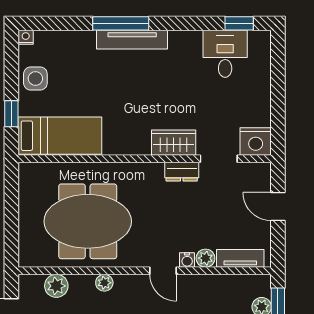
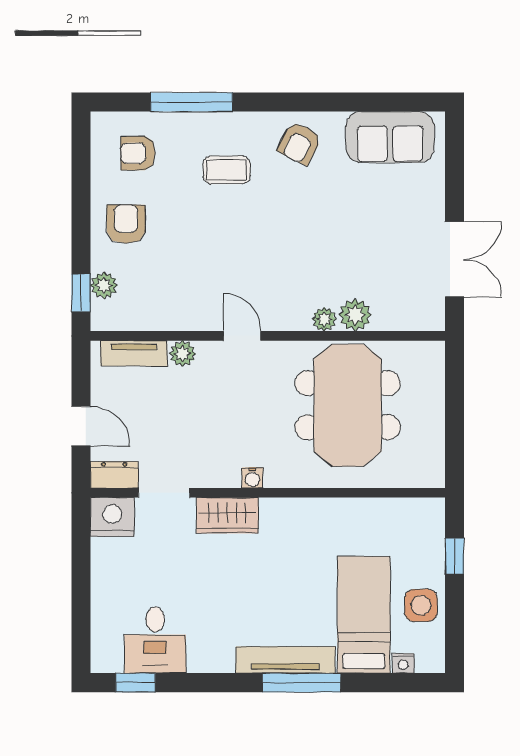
nightstand: (26, 37) -> (403, 663), moved
bed: (60, 136) -> (364, 615), moved, turned 90
dresser: (182, 172) -> (114, 475), moved
meeting table: (88, 221) -> (348, 405), turned 90
water cooler: (187, 260) -> (252, 478), moved, turned 180
plant: (56, 286) -> (355, 315), moved

